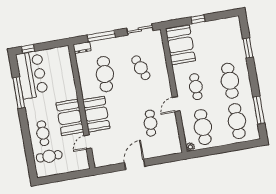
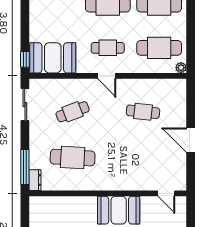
window: (198, 19) -> (25, 59), moved
window: (101, 36) -> (25, 167), moved
door: (176, 104) -> (107, 76), moved
booth: (96, 114) -> (120, 177), removed
door: (88, 142) -> (166, 193), moved

